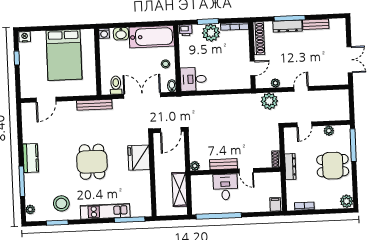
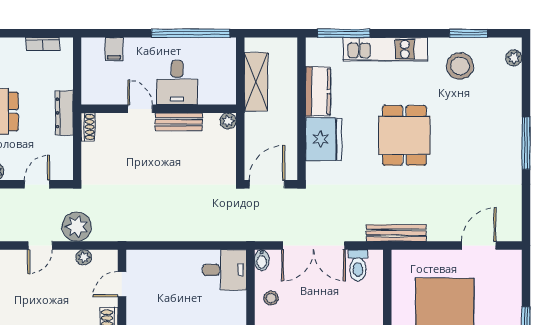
plant: (269, 101) -> (77, 227), moved
kitchen counter: (31, 158) -> (318, 91), moved, turned 180
window: (22, 181) -> (526, 143), moved
filing cabinet: (275, 204) -> (114, 49), moved

